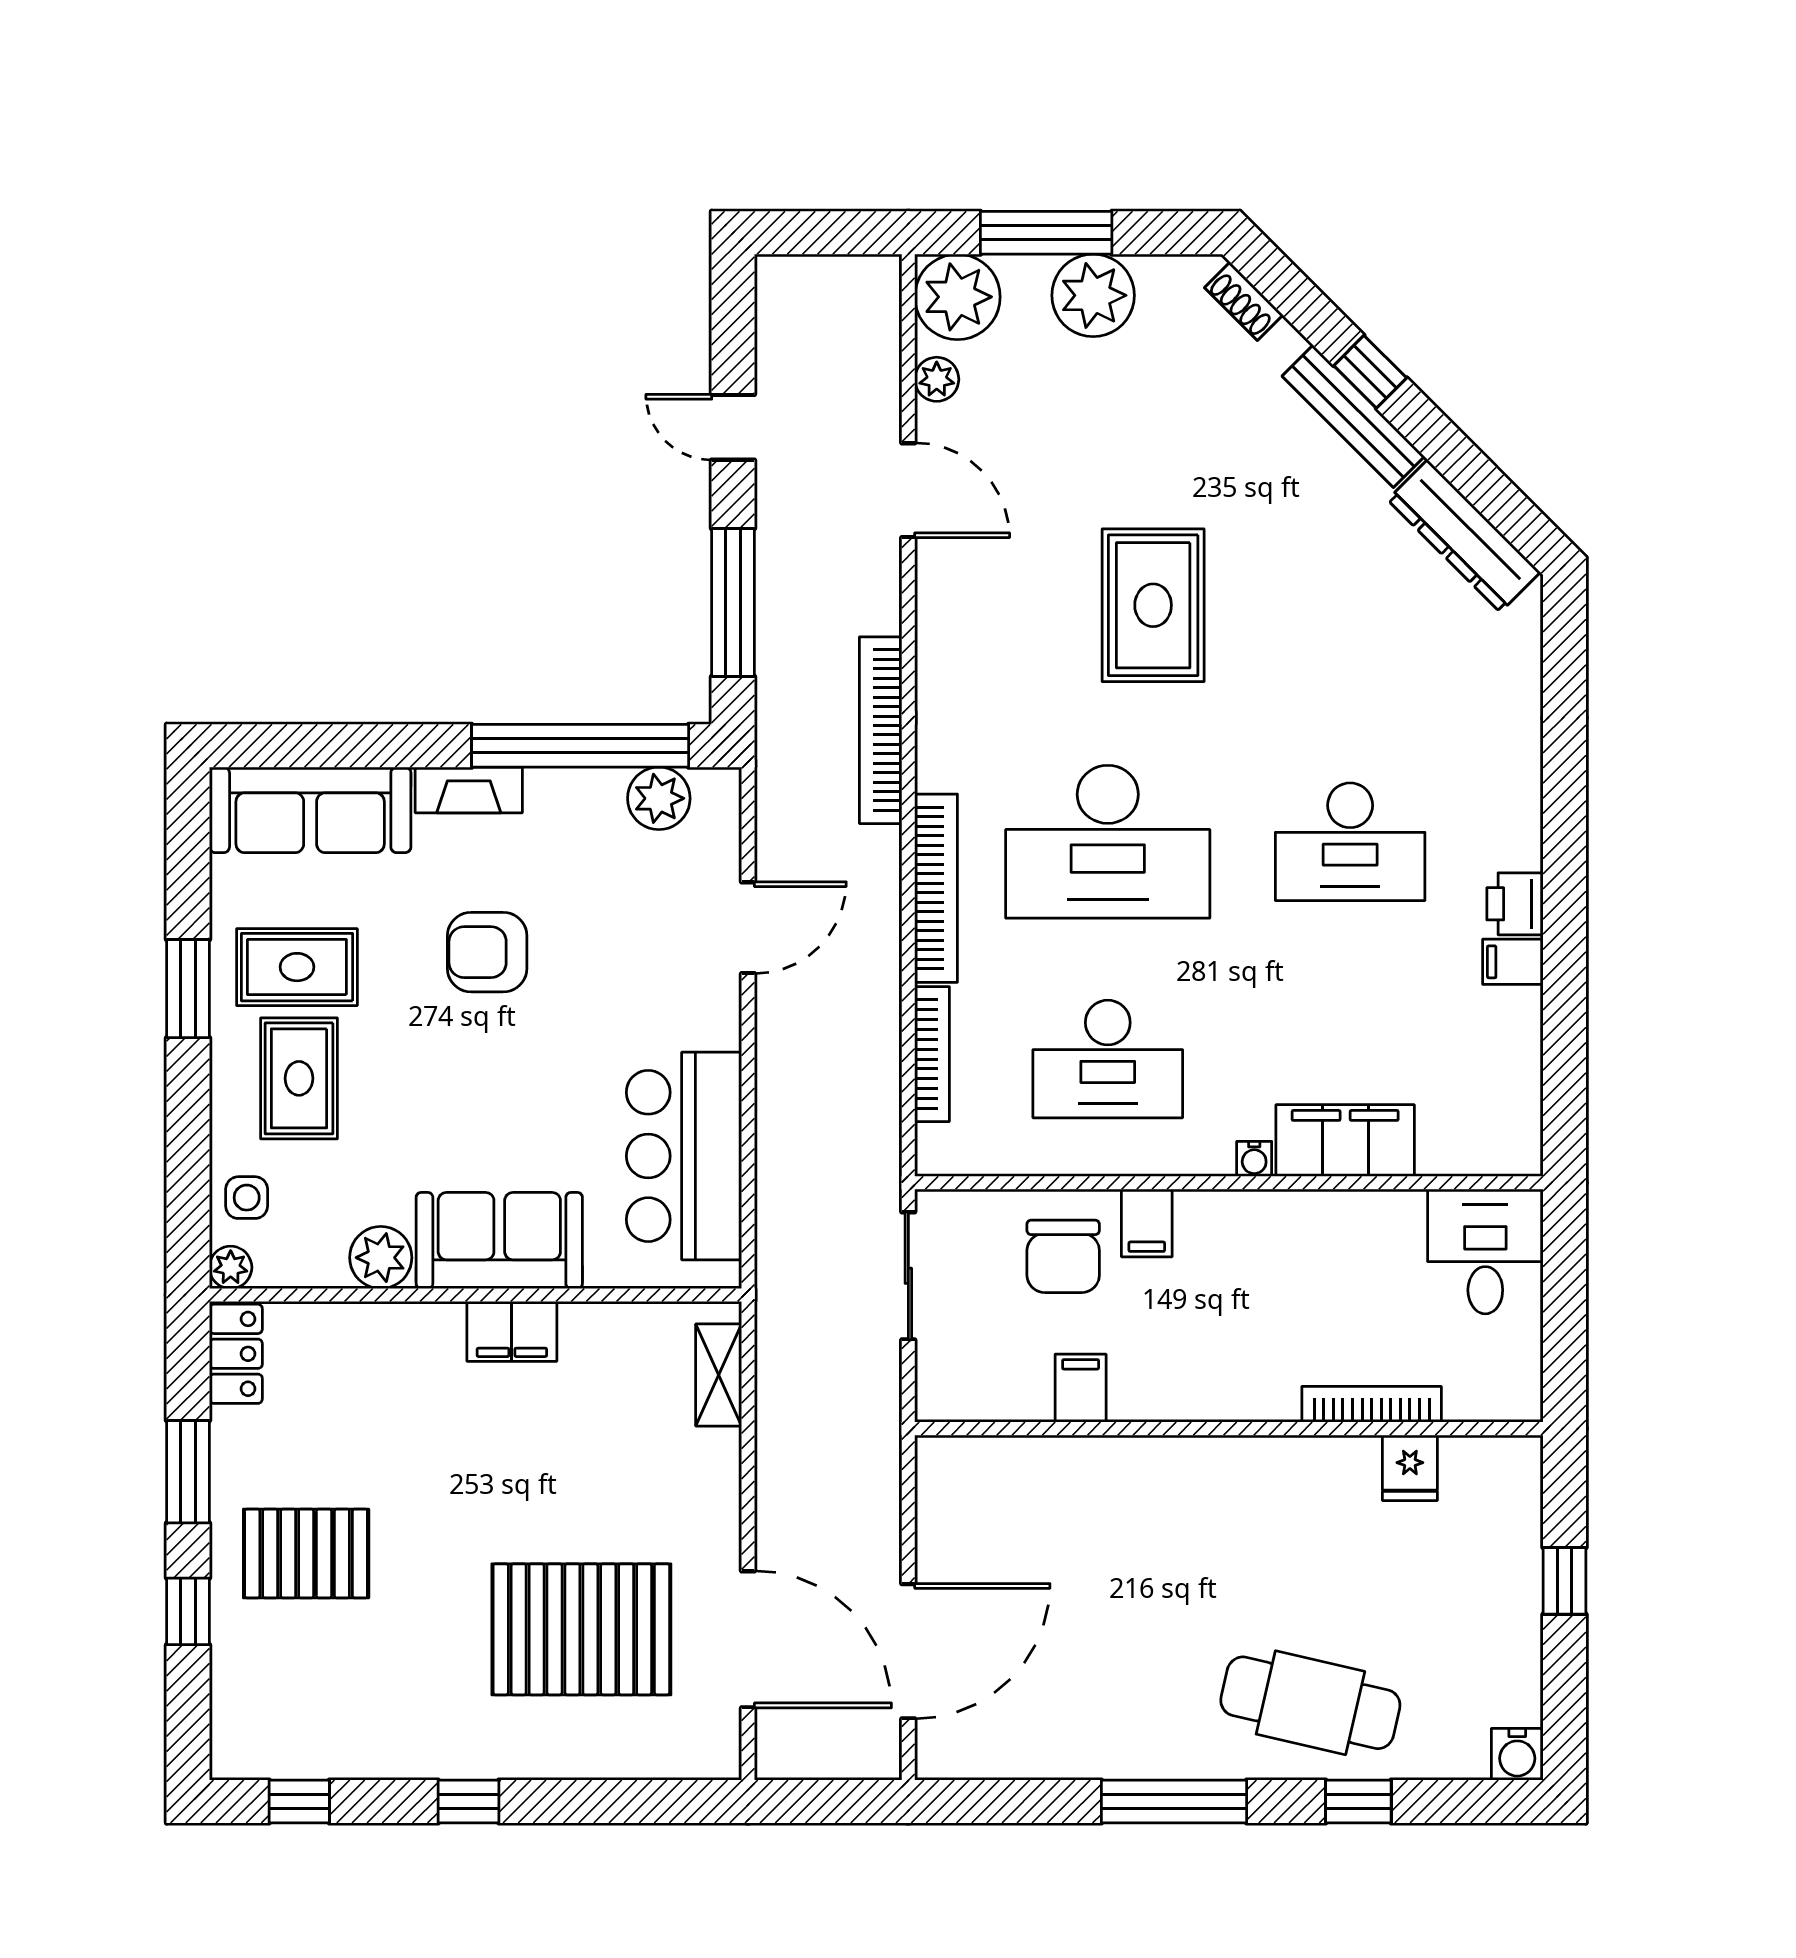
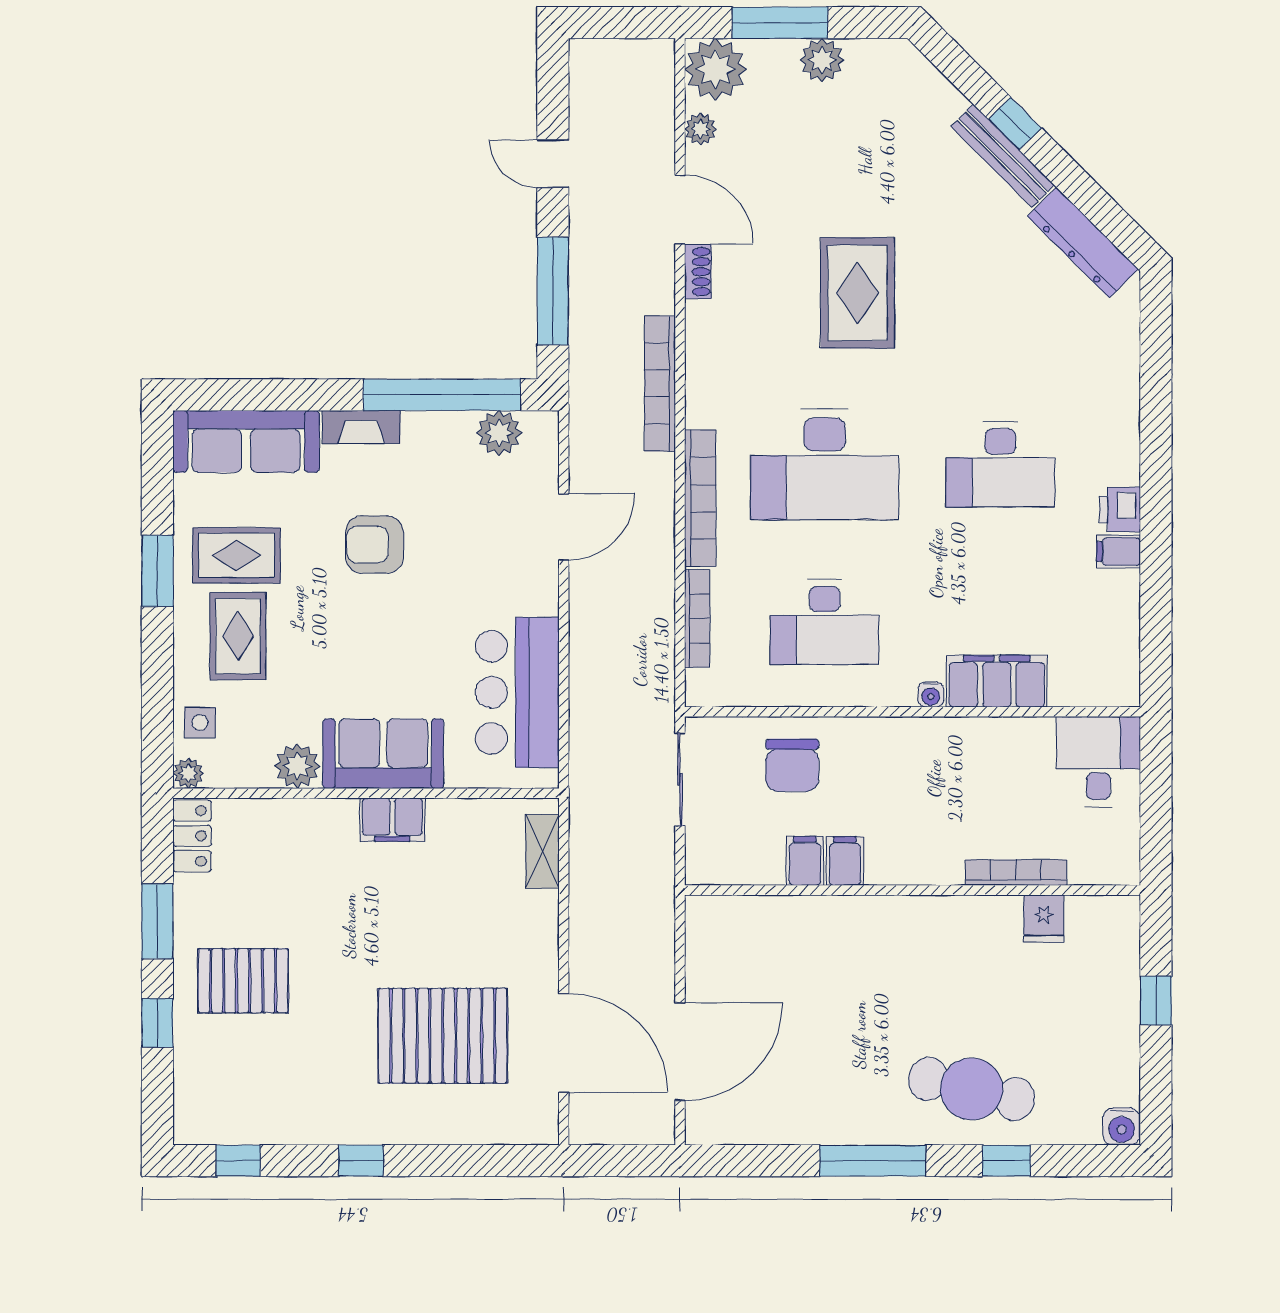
plant: (1093, 295) -> (822, 60), width x0.73, depth x0.73
shoe rack: (1244, 301) -> (698, 272), moved, turned -135
filing cabinet: (1147, 1223) -> (845, 861), moved, turned 180

